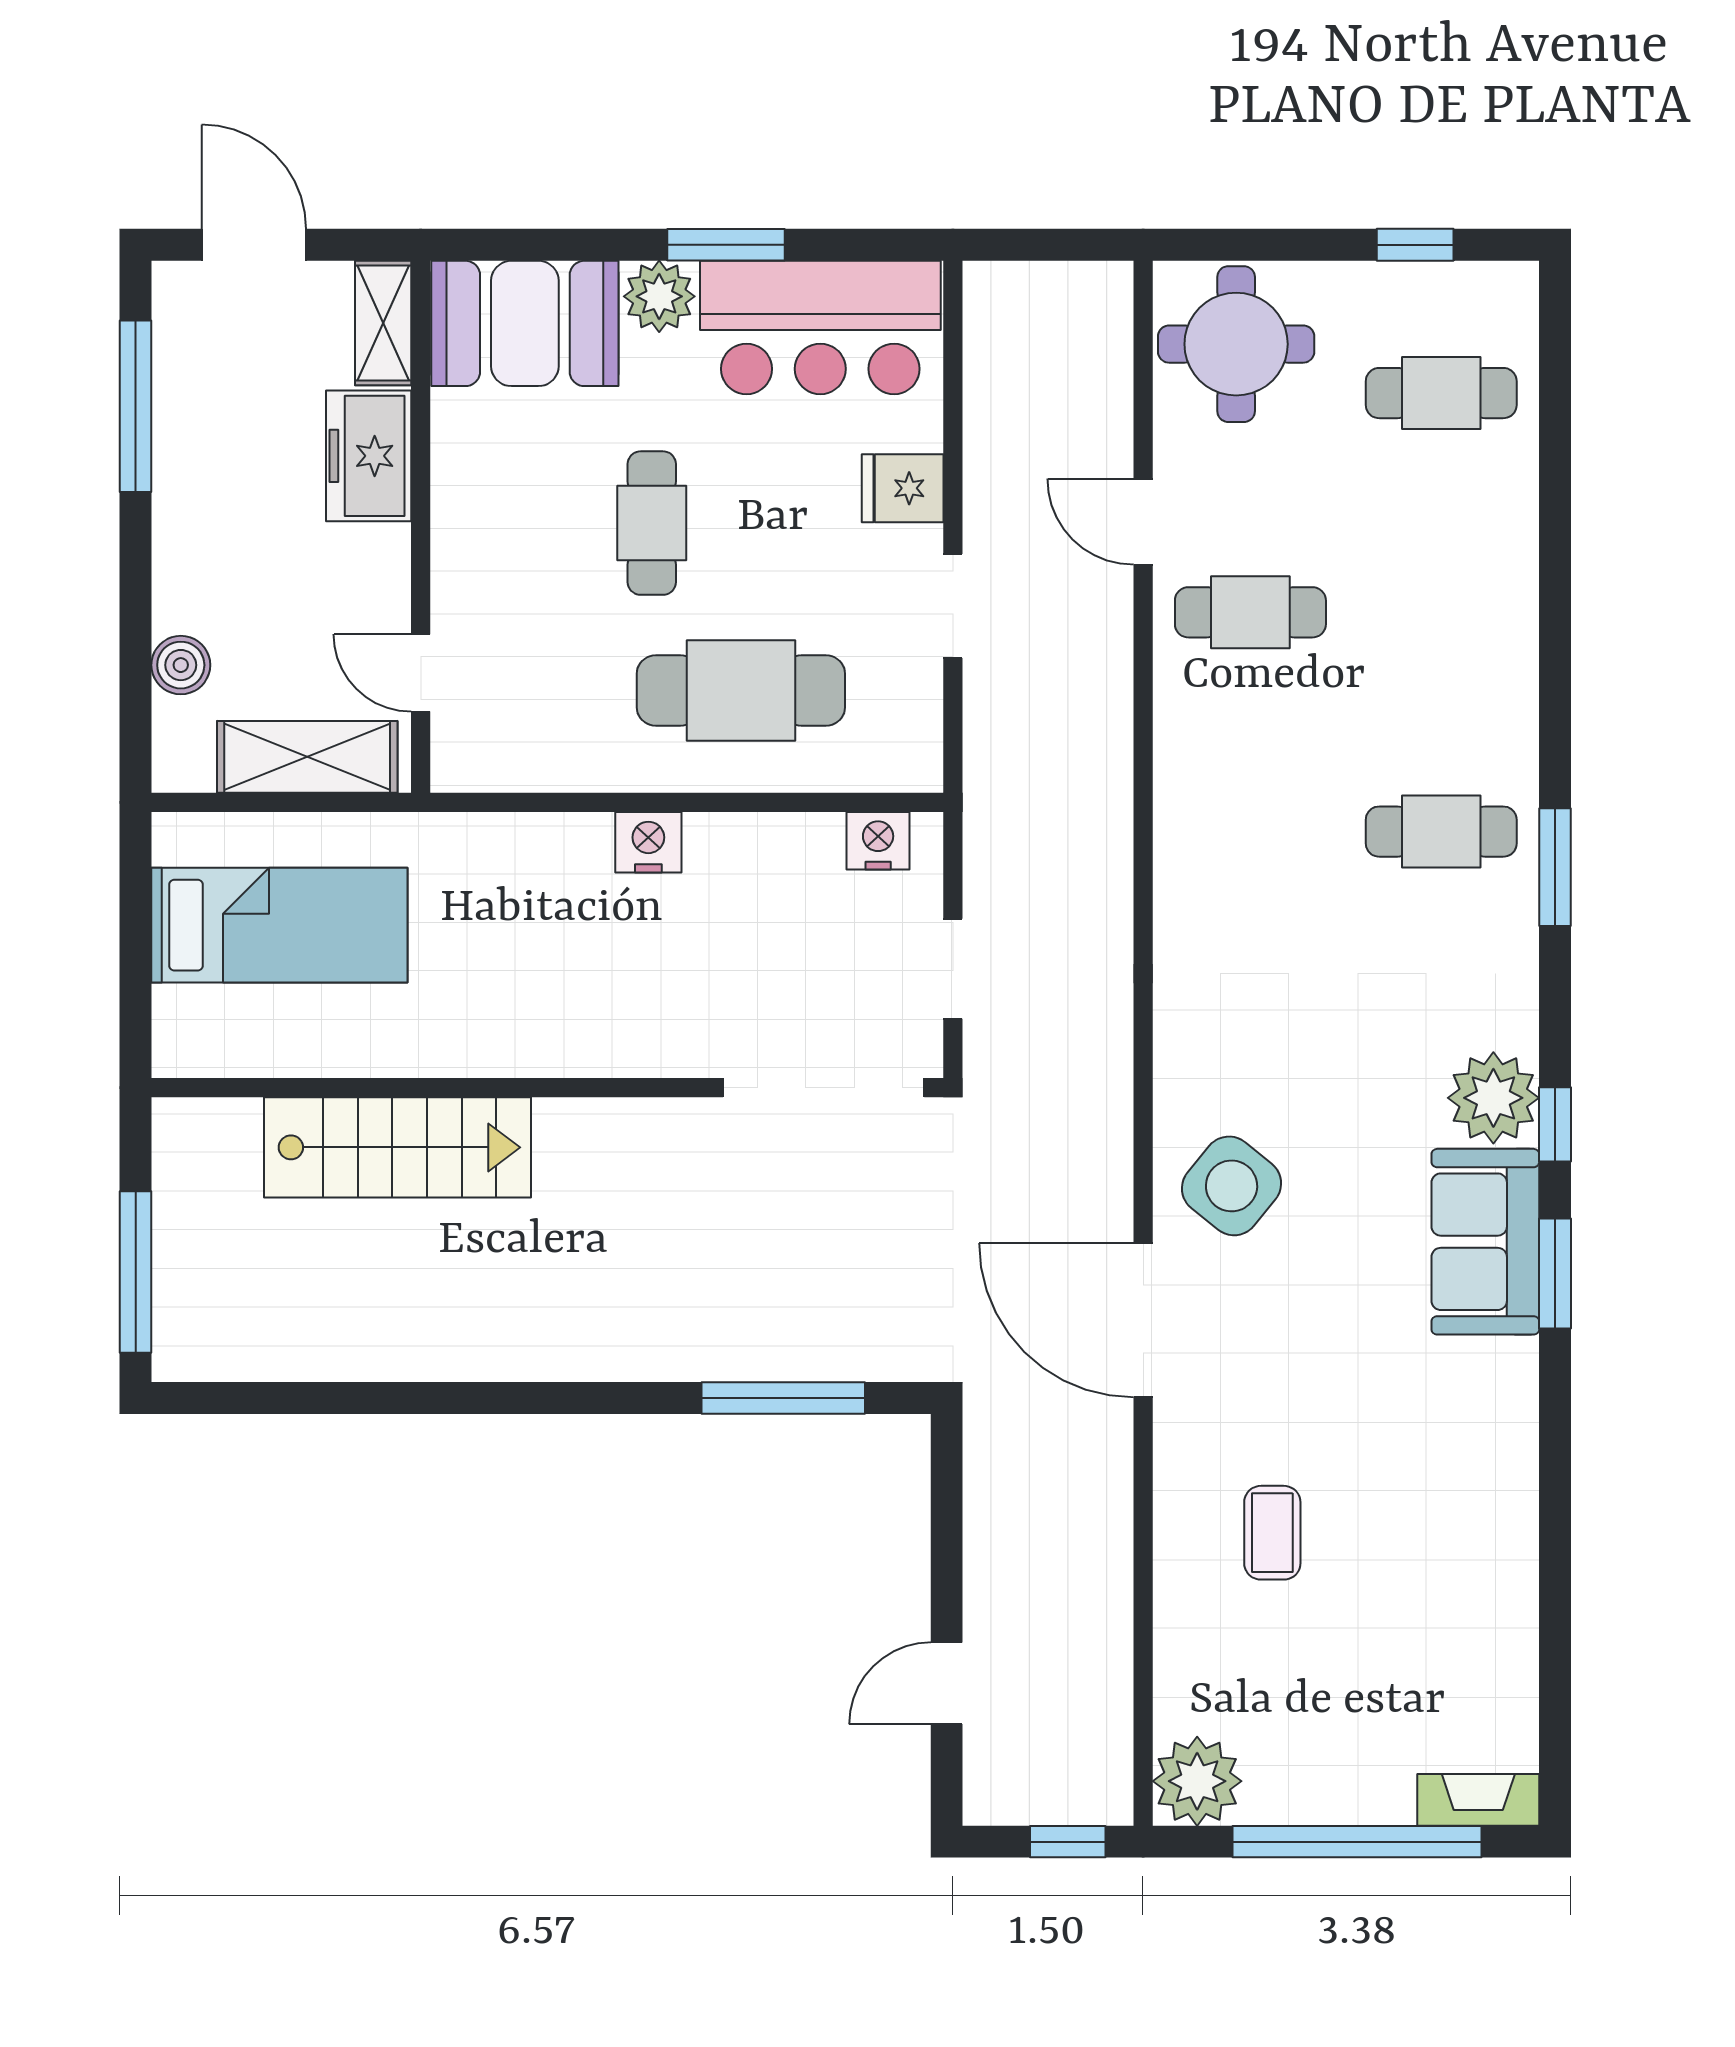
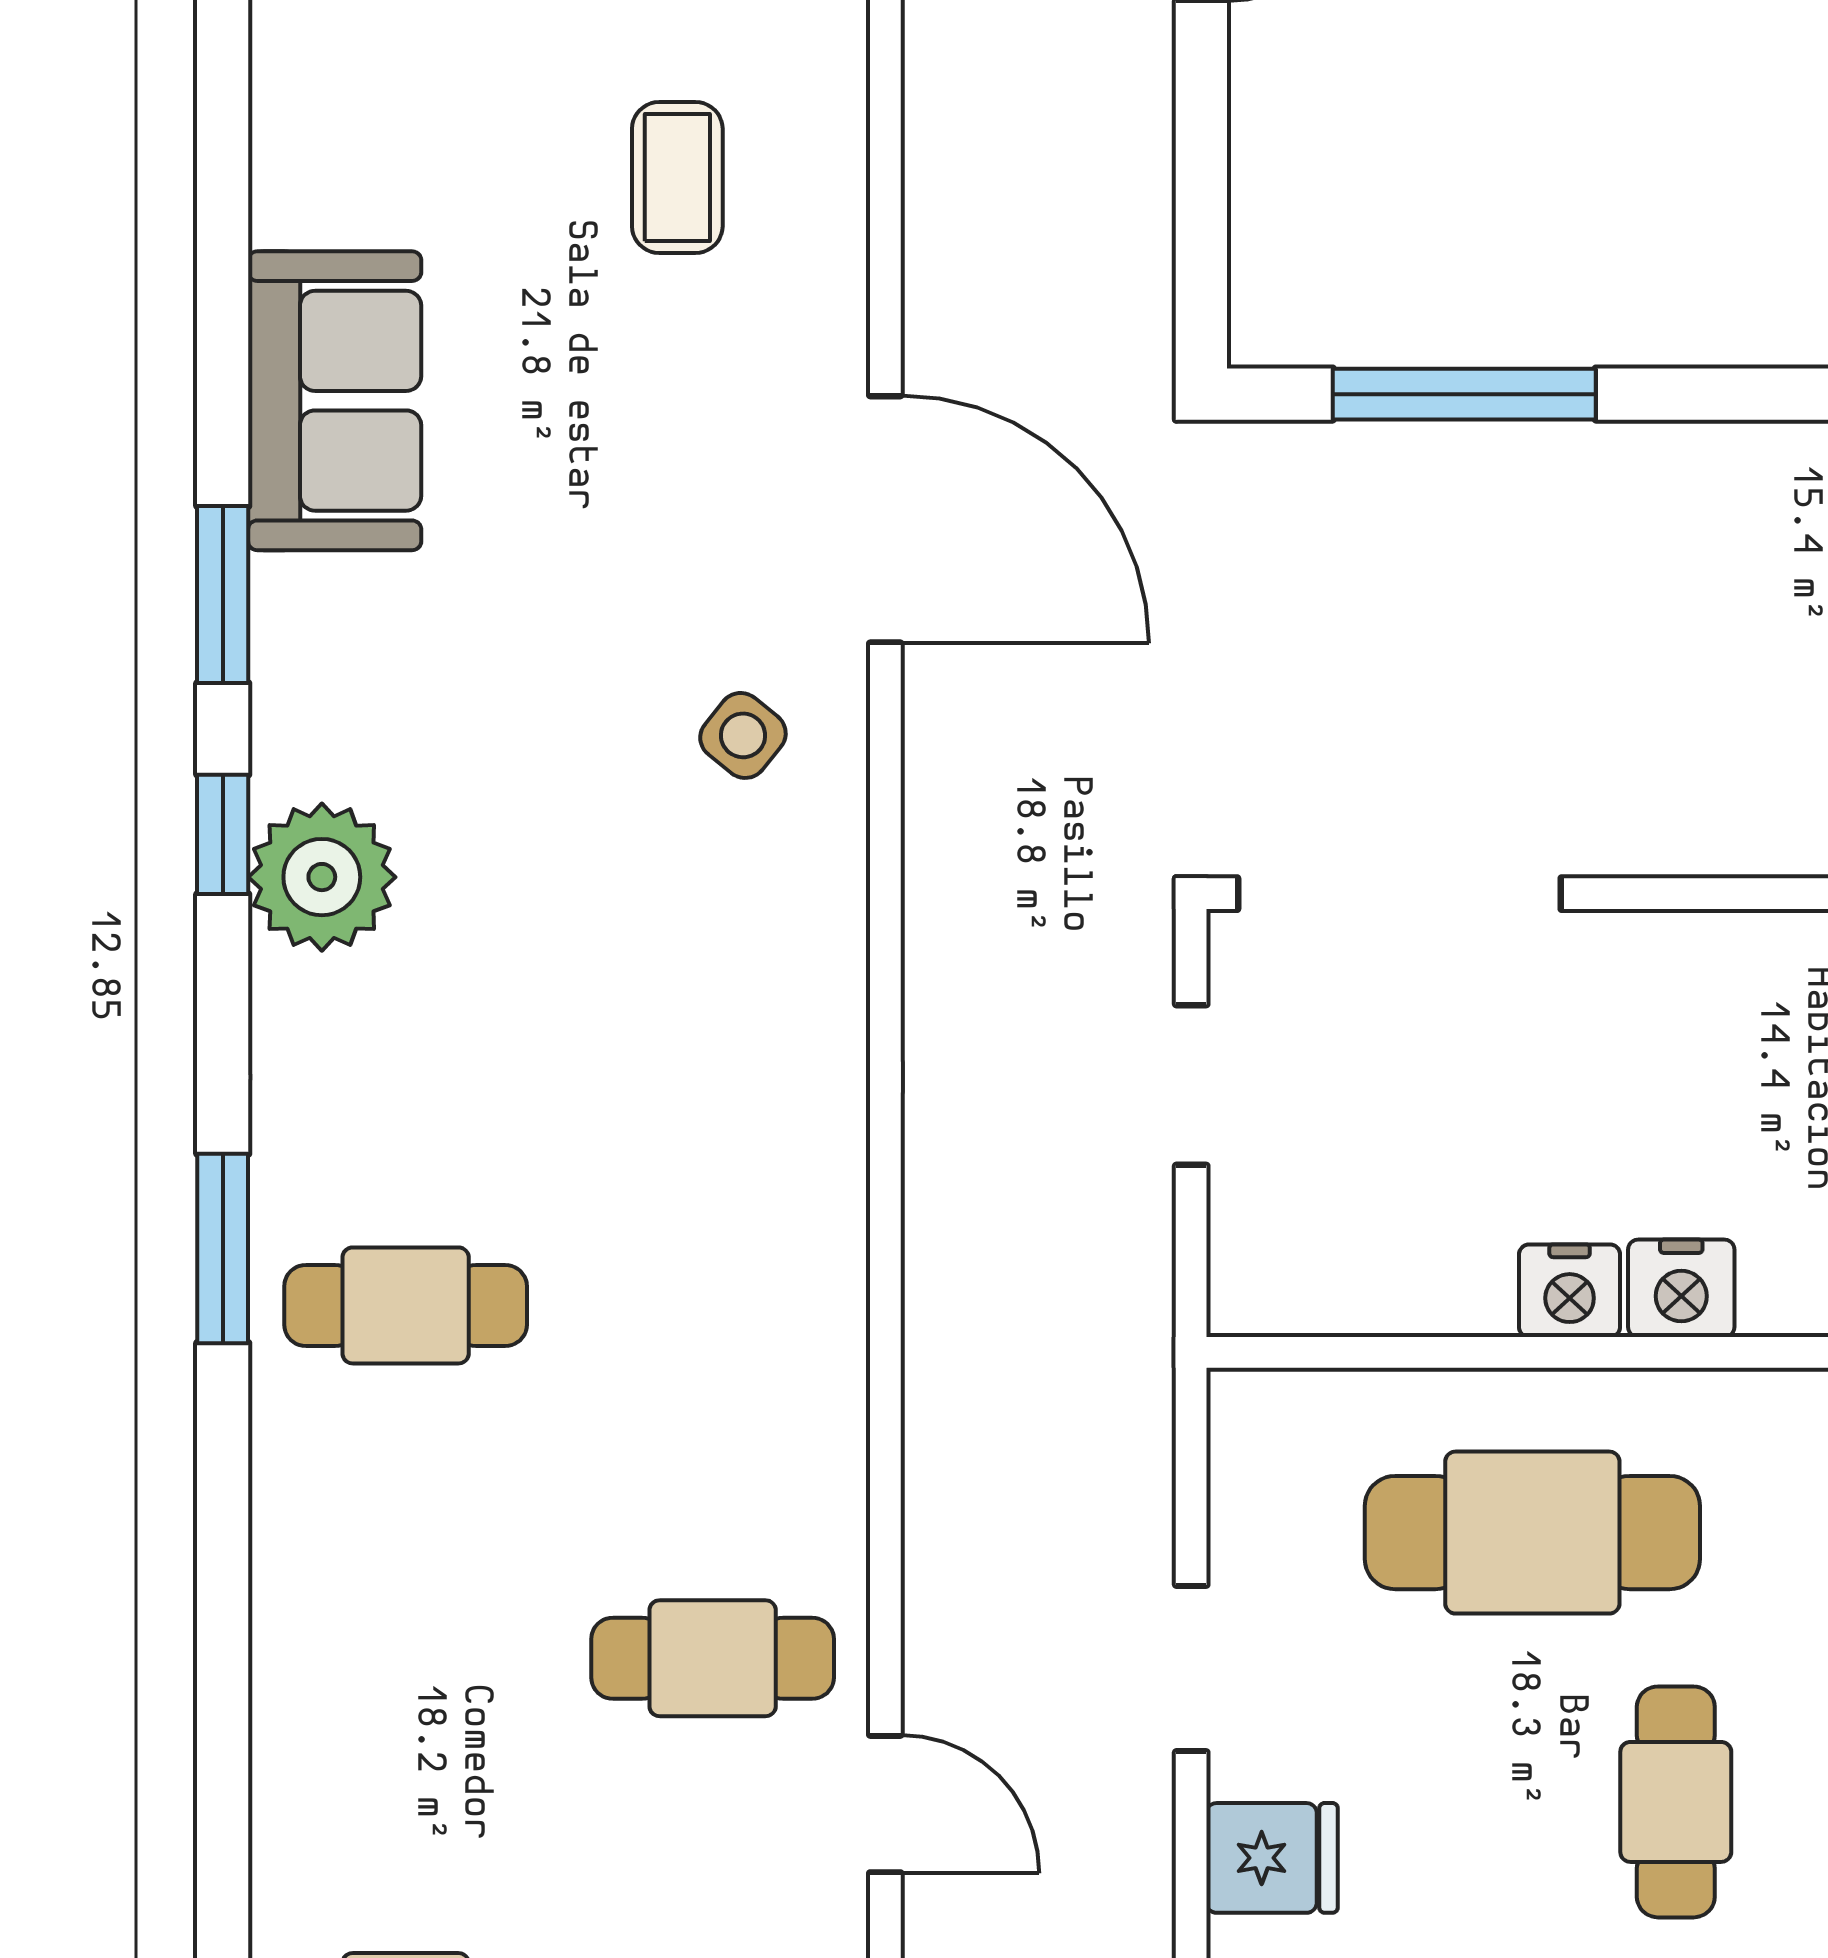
nightstand: (878, 841) -> (1570, 1291), moved
side table: (1232, 1186) -> (743, 735), width x0.54, depth x0.54
sofa: (1485, 1242) -> (335, 401), moved

